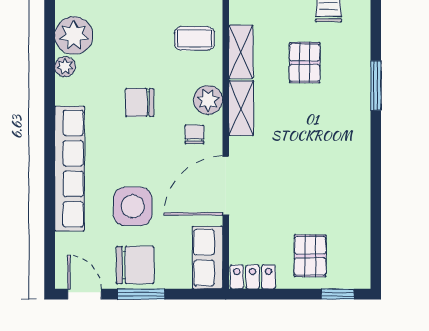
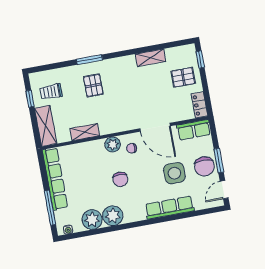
coffee table: (194, 38) -> (82, 157), removed
pallet: (305, 63) -> (93, 85), moved, turned 90
plant: (65, 67) -> (113, 216), width x1.88, depth x1.88
shelving: (241, 108) -> (150, 58), moved
row of seats: (70, 169) -> (170, 208), width x0.73
chair: (135, 265) -> (204, 166), turned 180

